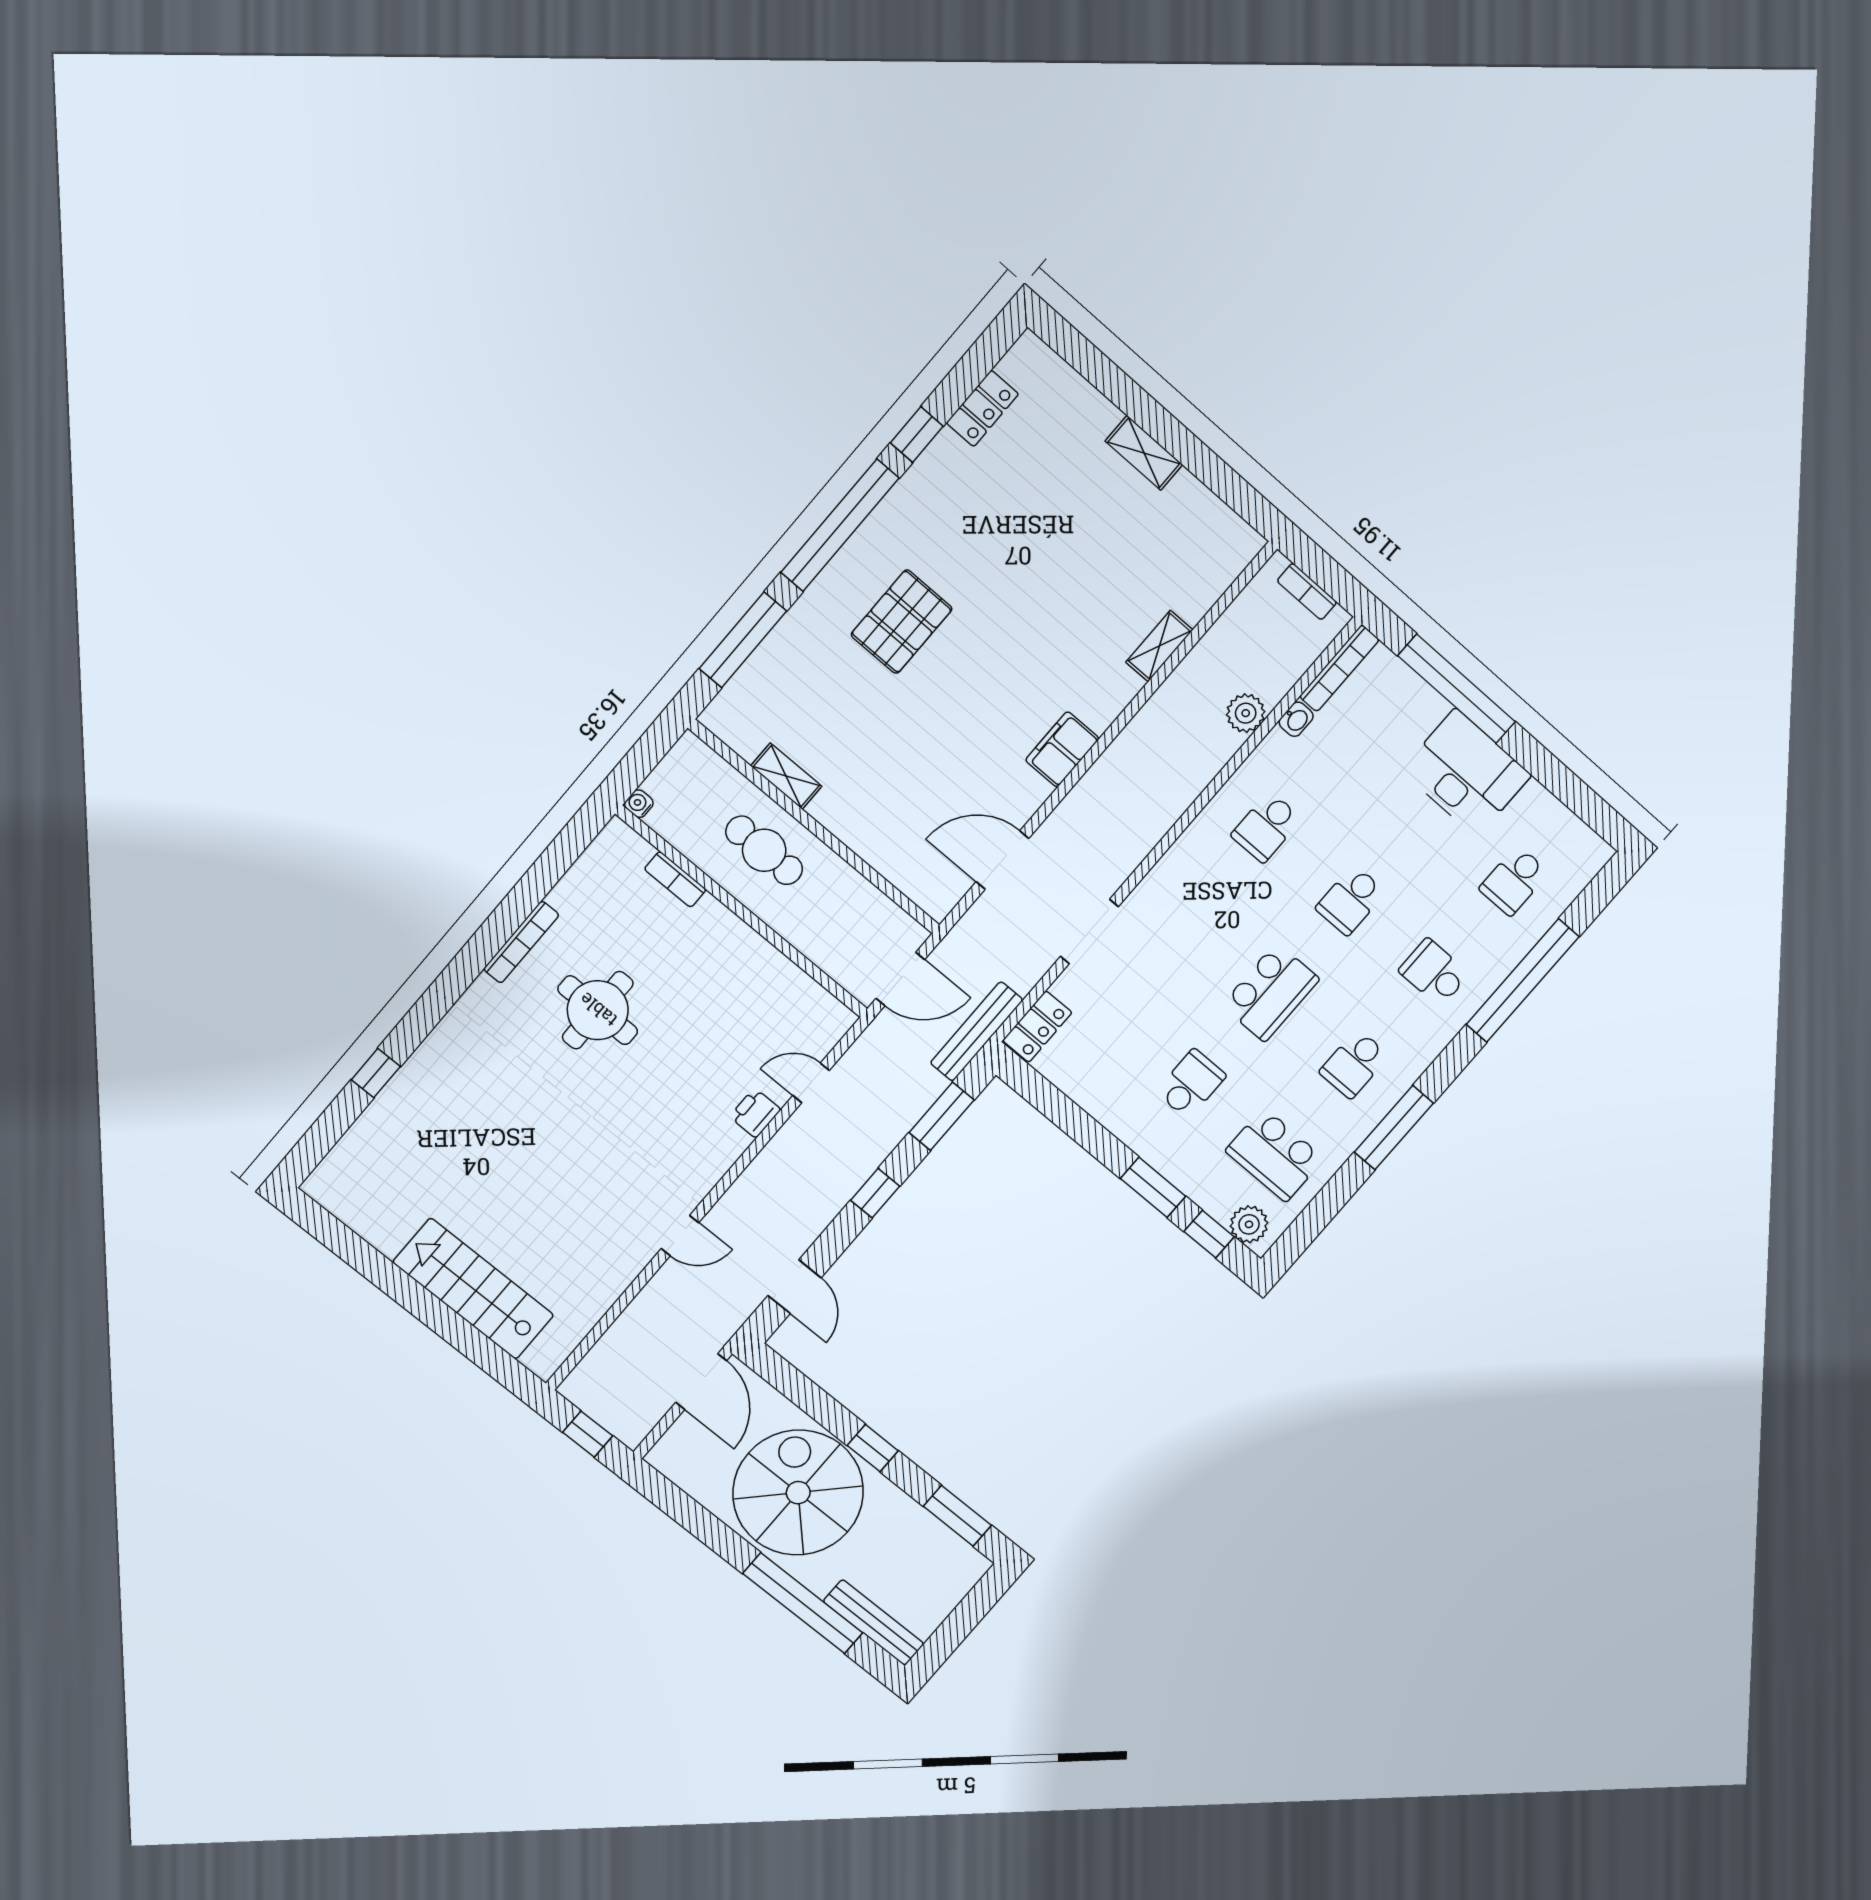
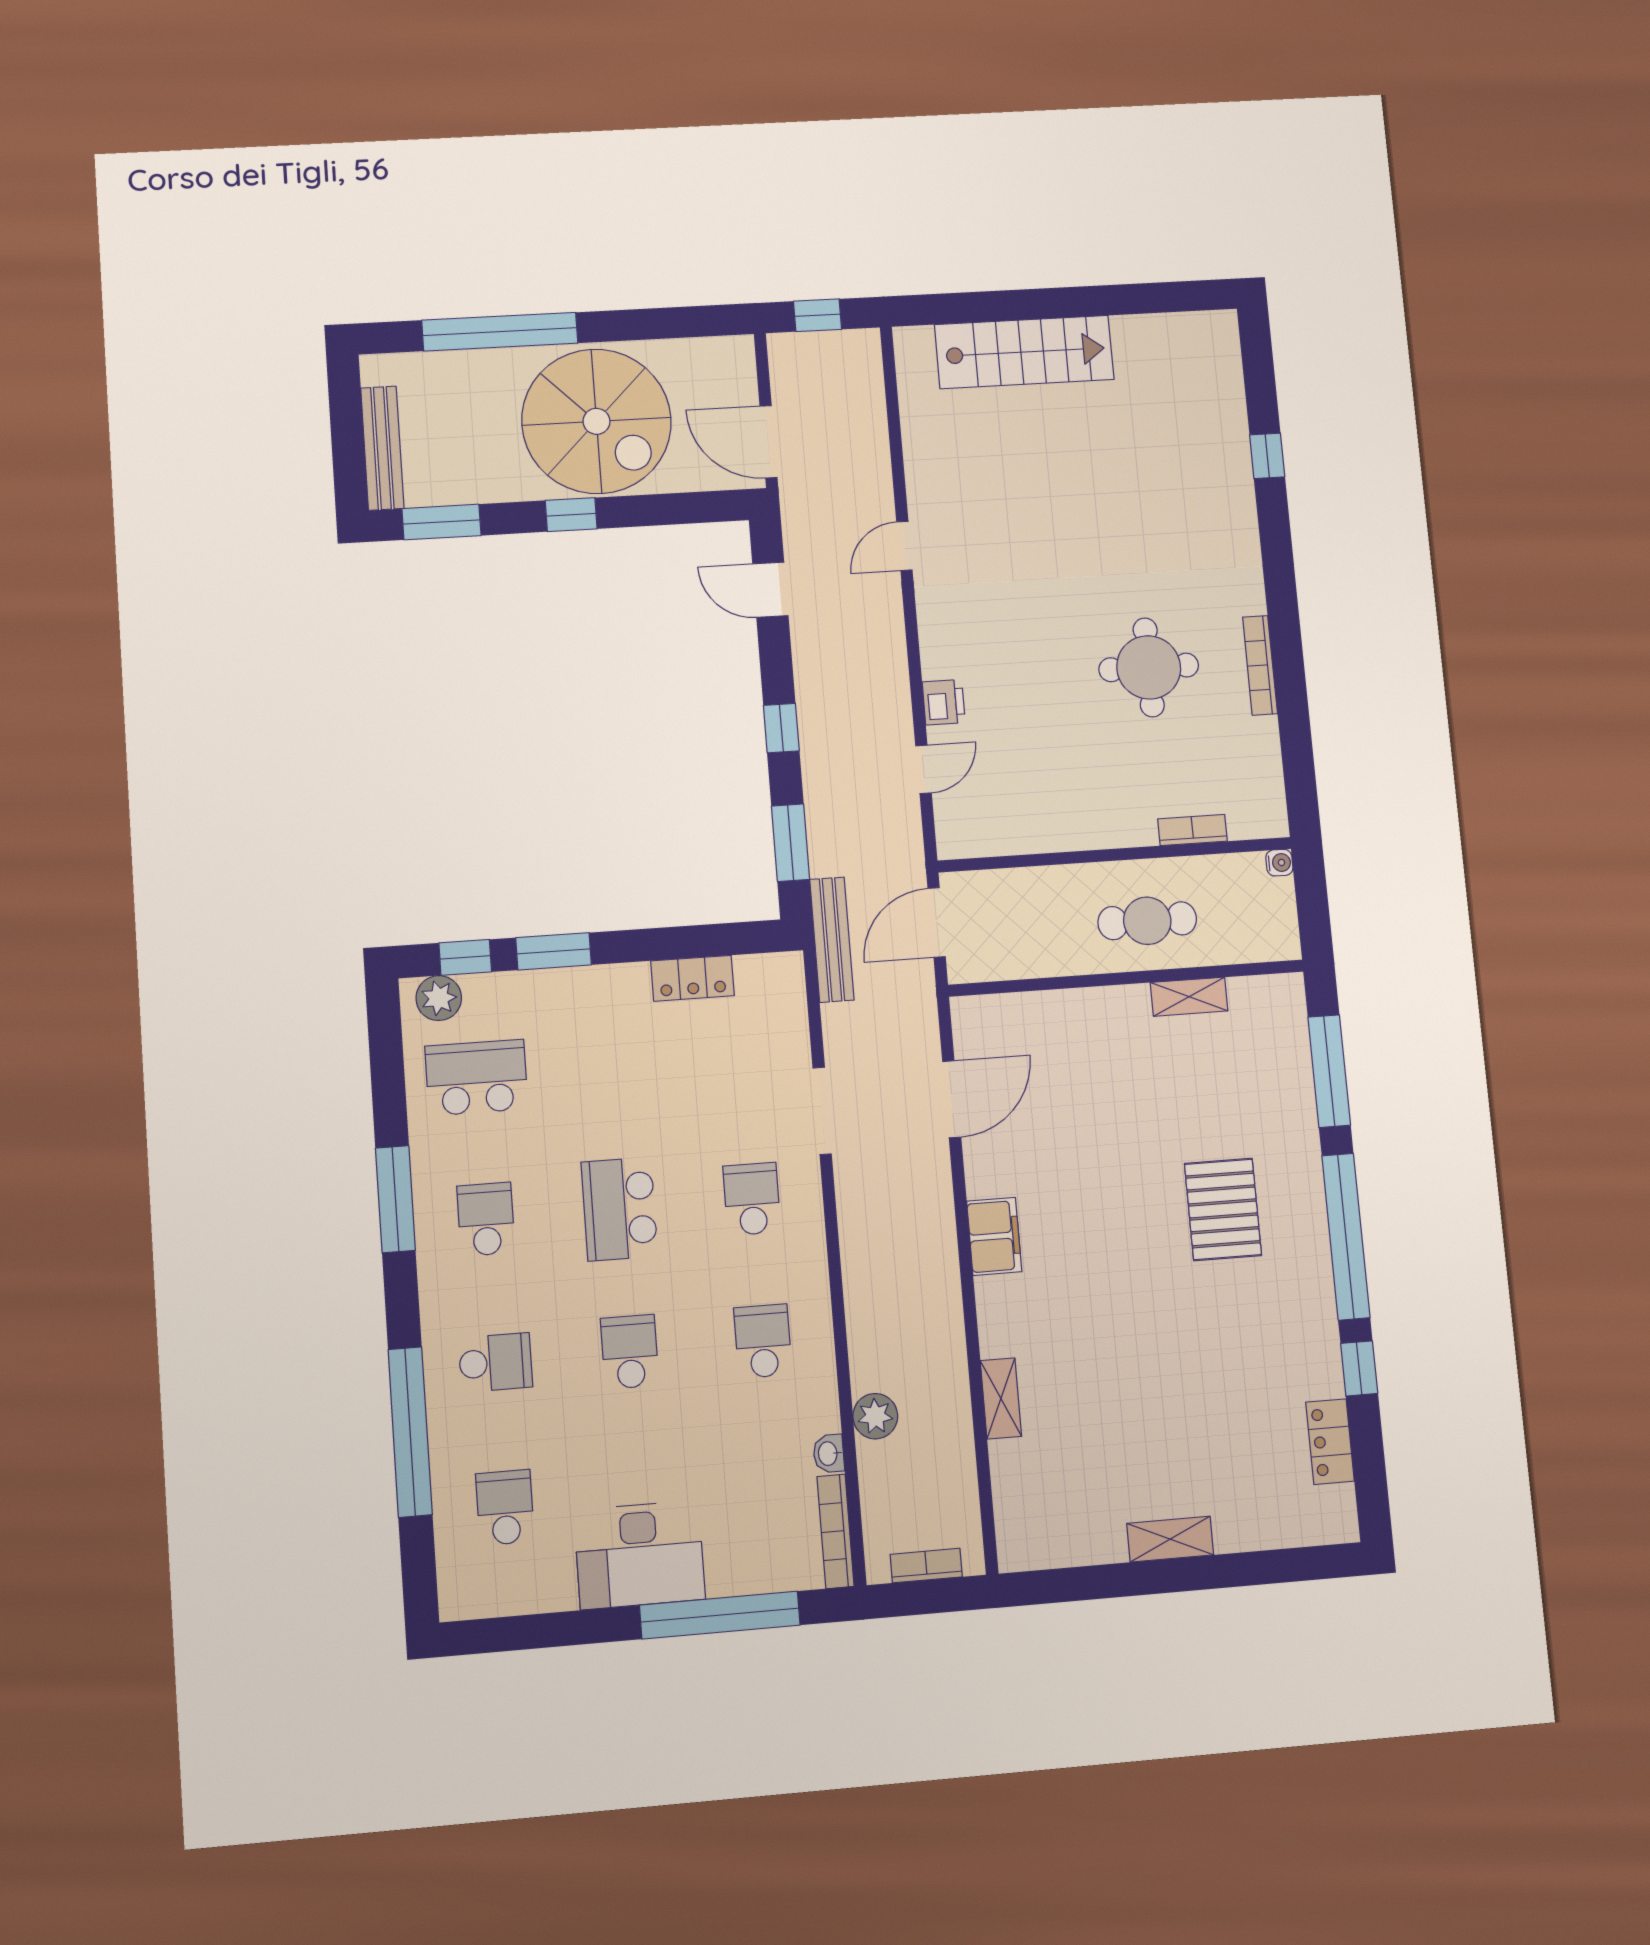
locker: (1037, 1027) -> (692, 978), moved, turned -90
school desk: (1191, 1084) -> (752, 1199), moved, turned 180
bench: (874, 1623) -> (382, 448), moved, turned 90

